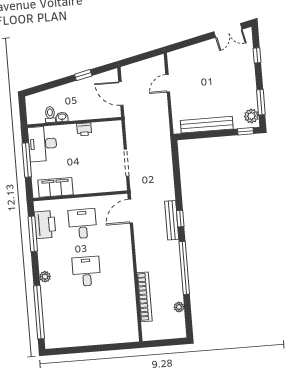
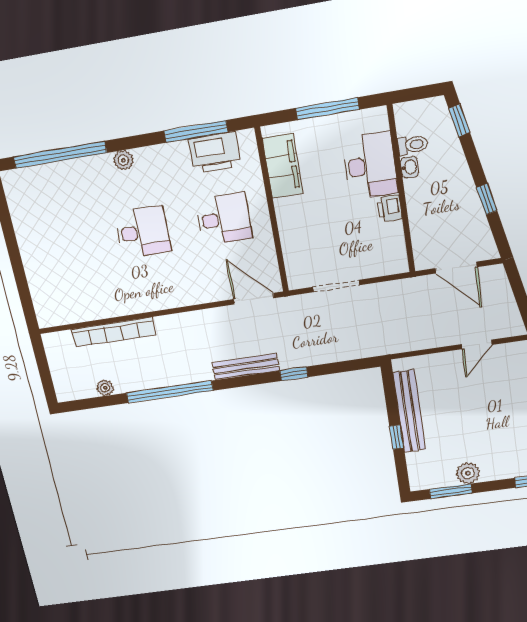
door: (168, 83) -> (477, 344), swing flipped
window: (39, 89) -> (459, 121), added
door: (121, 93) -> (456, 268), swing flipped
plant: (251, 116) -> (468, 473), moved
window: (246, 131) -> (397, 437), moved
desk: (42, 144) -> (370, 166), moved, turned 90
window: (180, 219) -> (294, 374), moved

